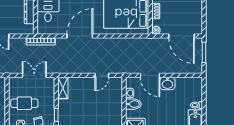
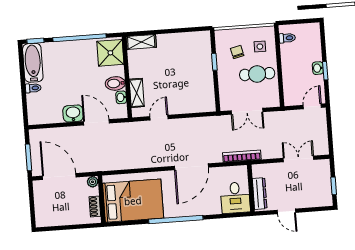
shelving: (63, 88) -> (137, 93), moved

